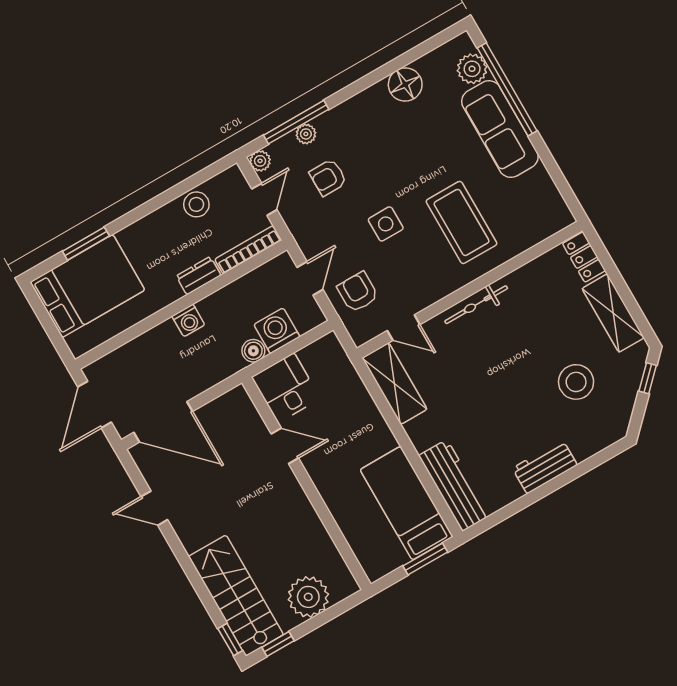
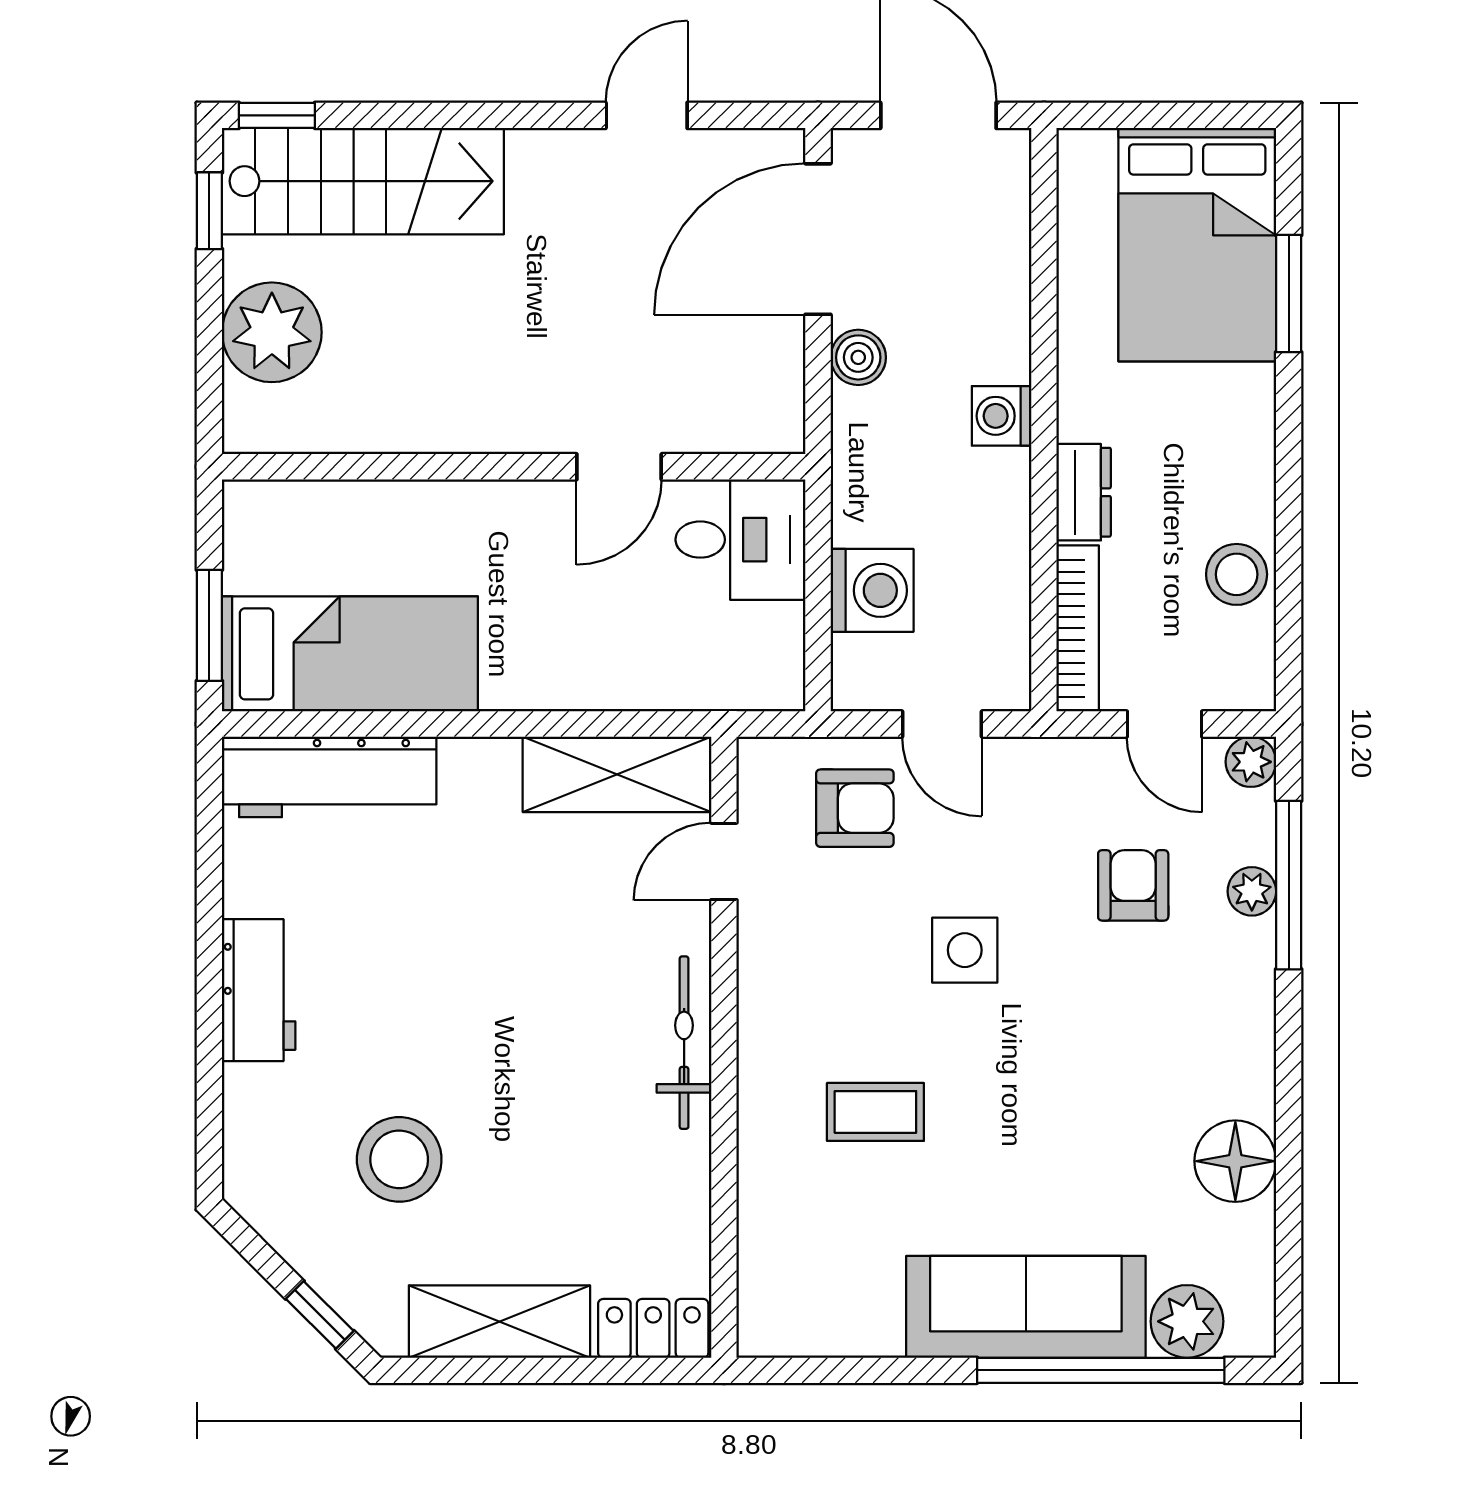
coffee table: (462, 222) -> (875, 1112), width x0.54, depth x0.58
boiler: (253, 351) -> (858, 357), moved

